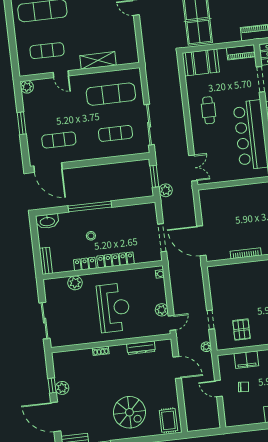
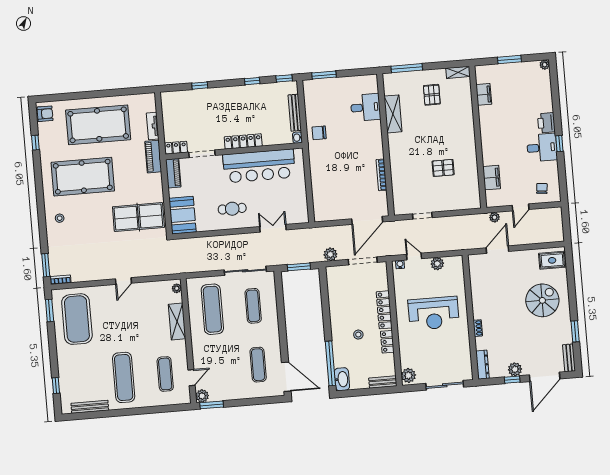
plant: (130, 59) -> (177, 288), added
door: (61, 74) -> (191, 378), moved
window: (22, 123) -> (212, 405), moved
door: (48, 168) -> (286, 377), hinge flipped
double door: (193, 168) -> (273, 228), moved
plant: (166, 190) -> (330, 254), moved
window: (90, 206) -> (330, 363), moved
plant: (75, 283) -> (408, 375), moved
reception desk: (114, 308) -> (434, 313), turned 180
doorway: (211, 320) -> (422, 216), moved
door: (172, 323) -> (414, 257), moved
pallet: (241, 330) -> (443, 168), moved
plant: (206, 347) -> (494, 217), moved
dresser: (141, 348) -> (482, 365), moved
chair: (244, 387) -> (542, 188), moved

